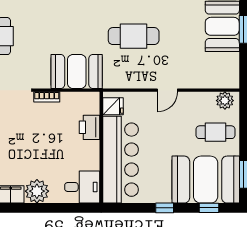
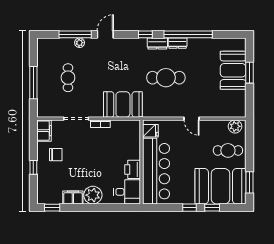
door: (167, 90) -> (192, 119), hinge flipped
printer: (89, 127) -> (133, 169), moved
window: (209, 208) -> (212, 208), moved

